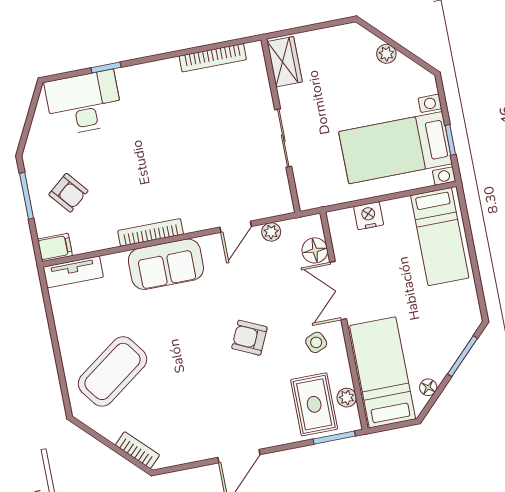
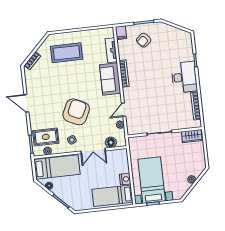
desk: (84, 103) -> (184, 77), moved
nightstand: (369, 216) -> (125, 179), moved
door: (236, 227) -> (124, 110), hinge flipped
tv unit: (73, 272) -> (111, 50), moved
double door: (338, 291) -> (93, 151), swing flipped
armchair: (249, 338) -> (76, 112), width x1.88, depth x1.88
coffee table: (112, 371) -> (67, 53), turned -54

